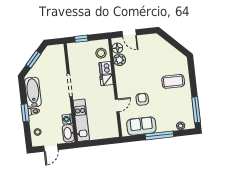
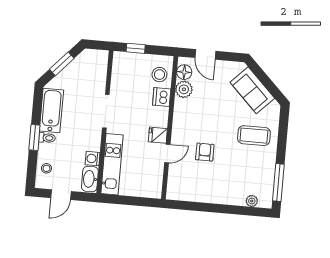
fridge: (107, 80) -> (158, 135), moved
sofa: (141, 126) -> (252, 90), moved, turned -135
window: (159, 135) -> (219, 208), removed

